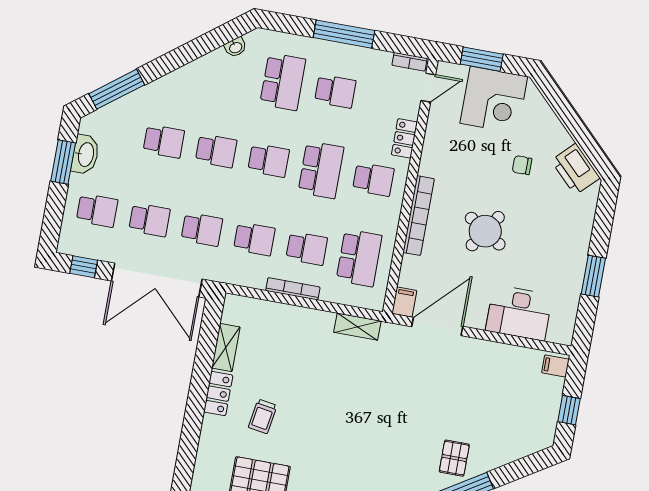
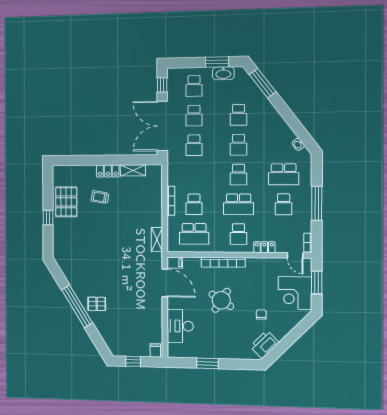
school desk: (254, 239) -> (194, 175), removed

